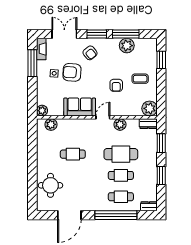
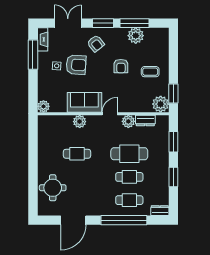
window: (161, 60) -> (173, 93), moved
armchair: (72, 72) -> (76, 65), turned 180
armchair: (116, 85) -> (121, 66), moved
plant: (51, 124) -> (80, 122), moved
dresser: (148, 124) -> (145, 120), moved

